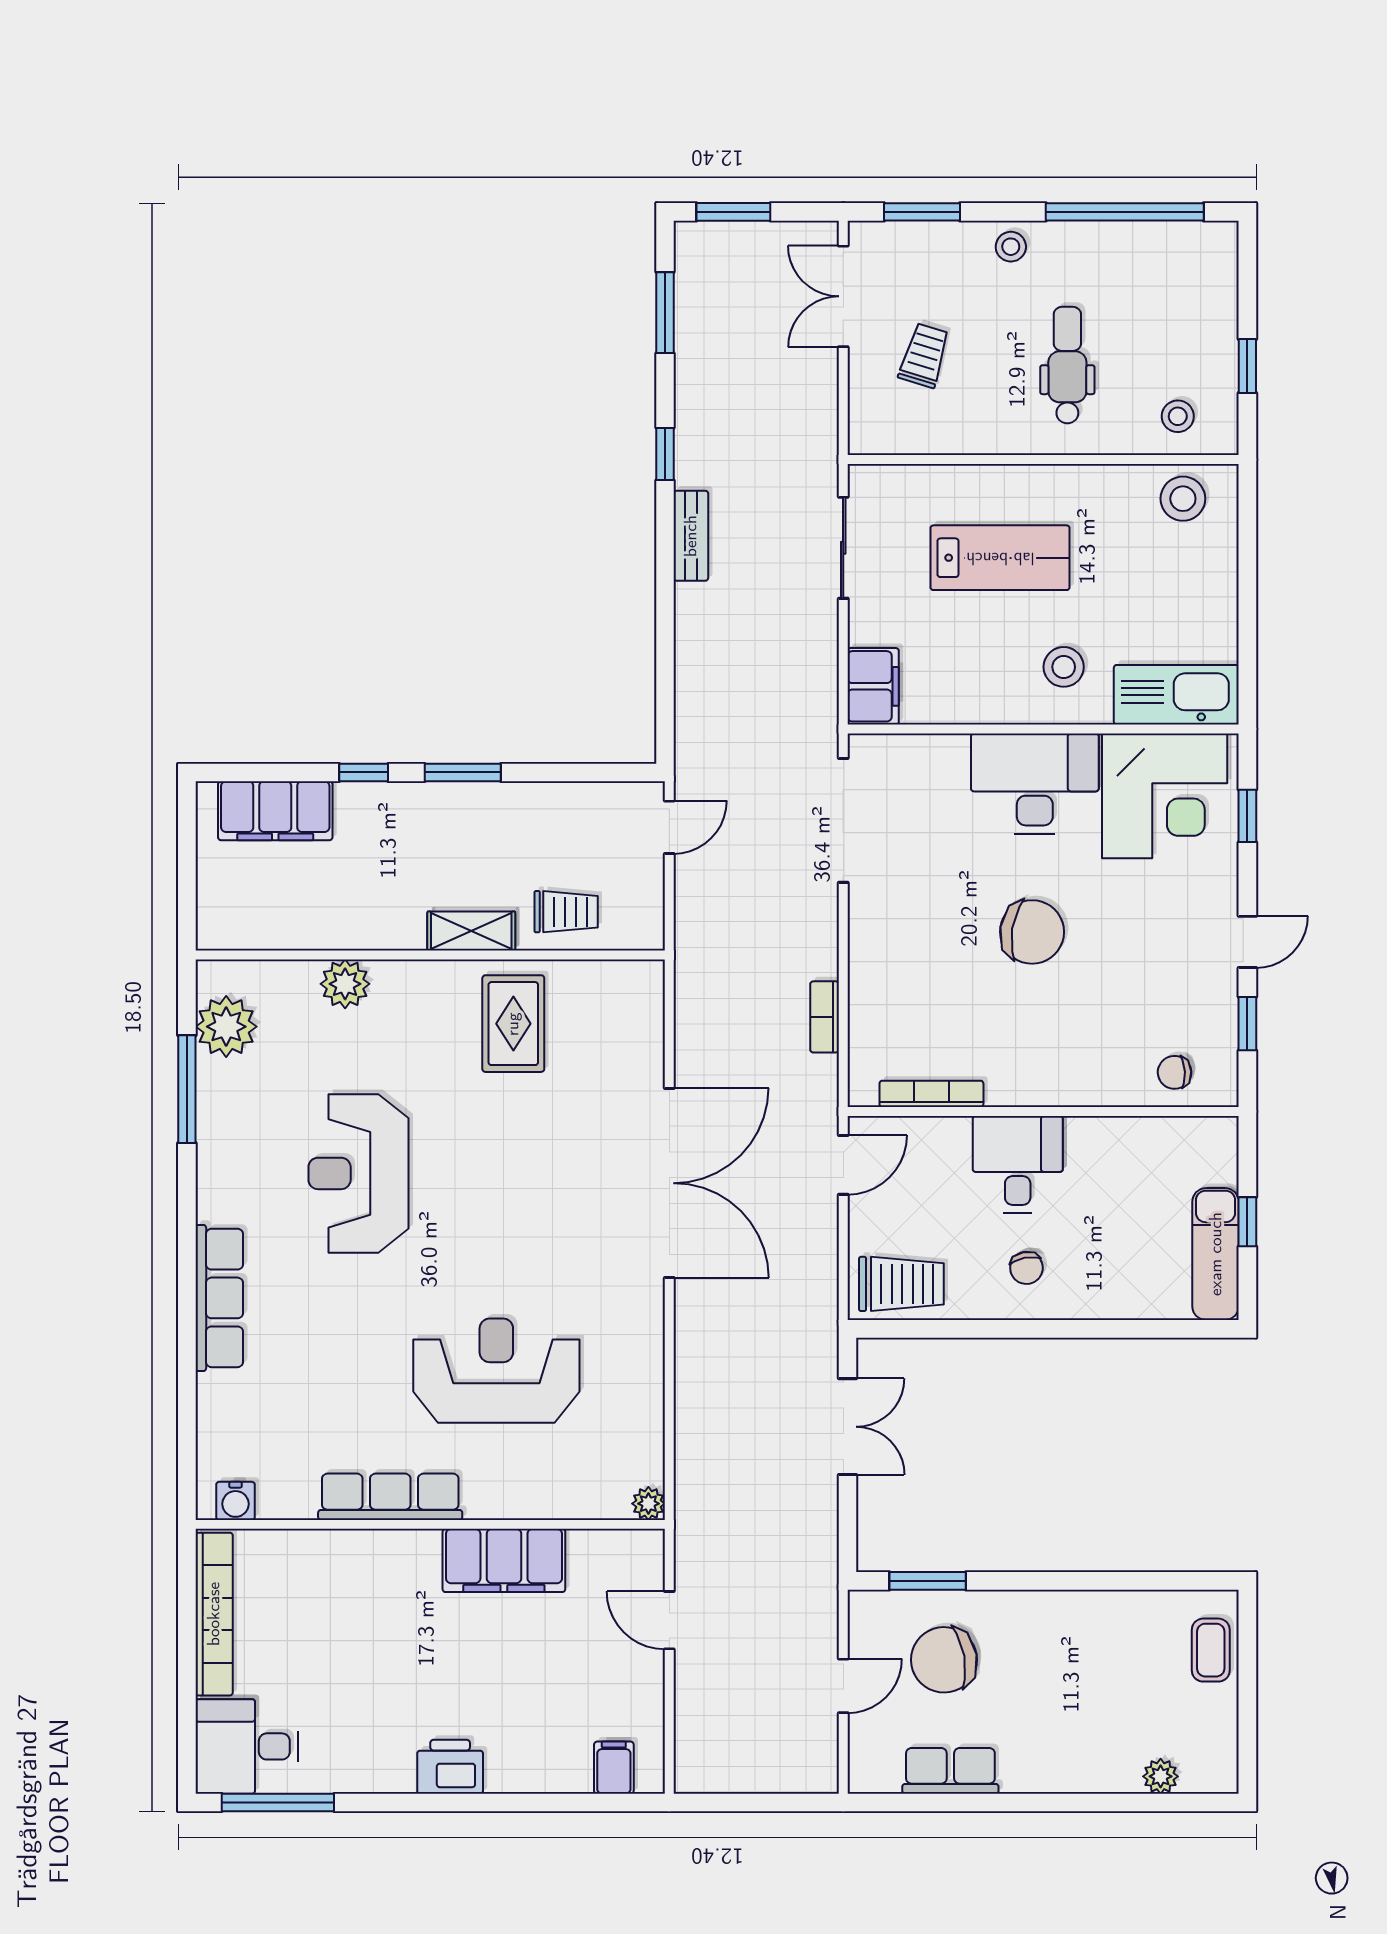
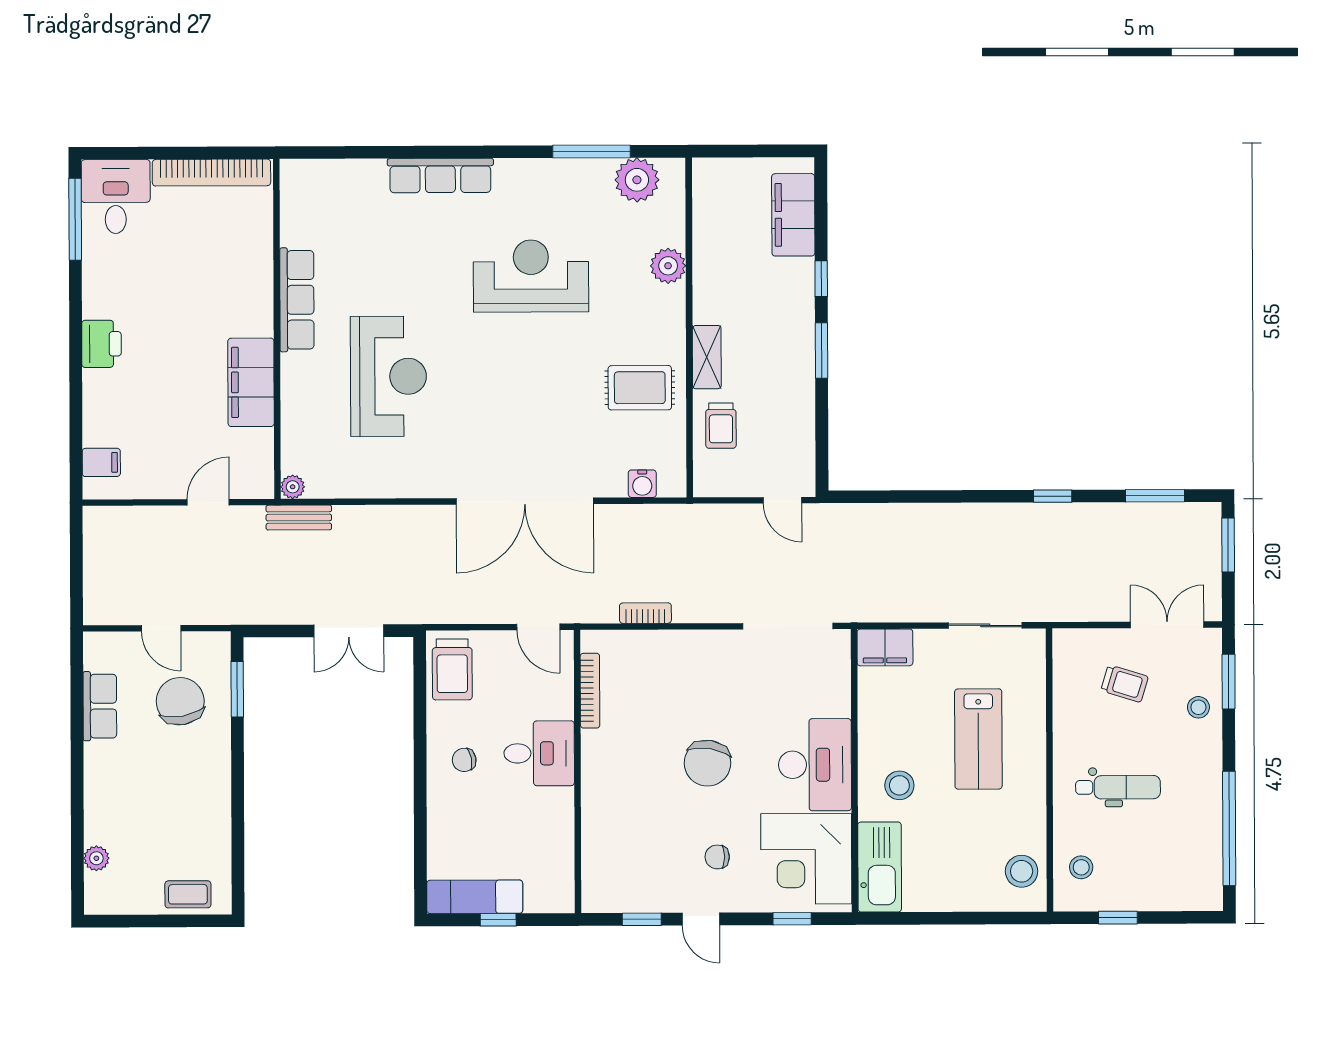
stool: (1011, 247) -> (1198, 707), moved
bench: (691, 536) -> (299, 518), moved
chair: (1175, 1072) -> (717, 857), moved, turned -87
water cooler: (235, 1501) -> (642, 484), moved, turned -90

